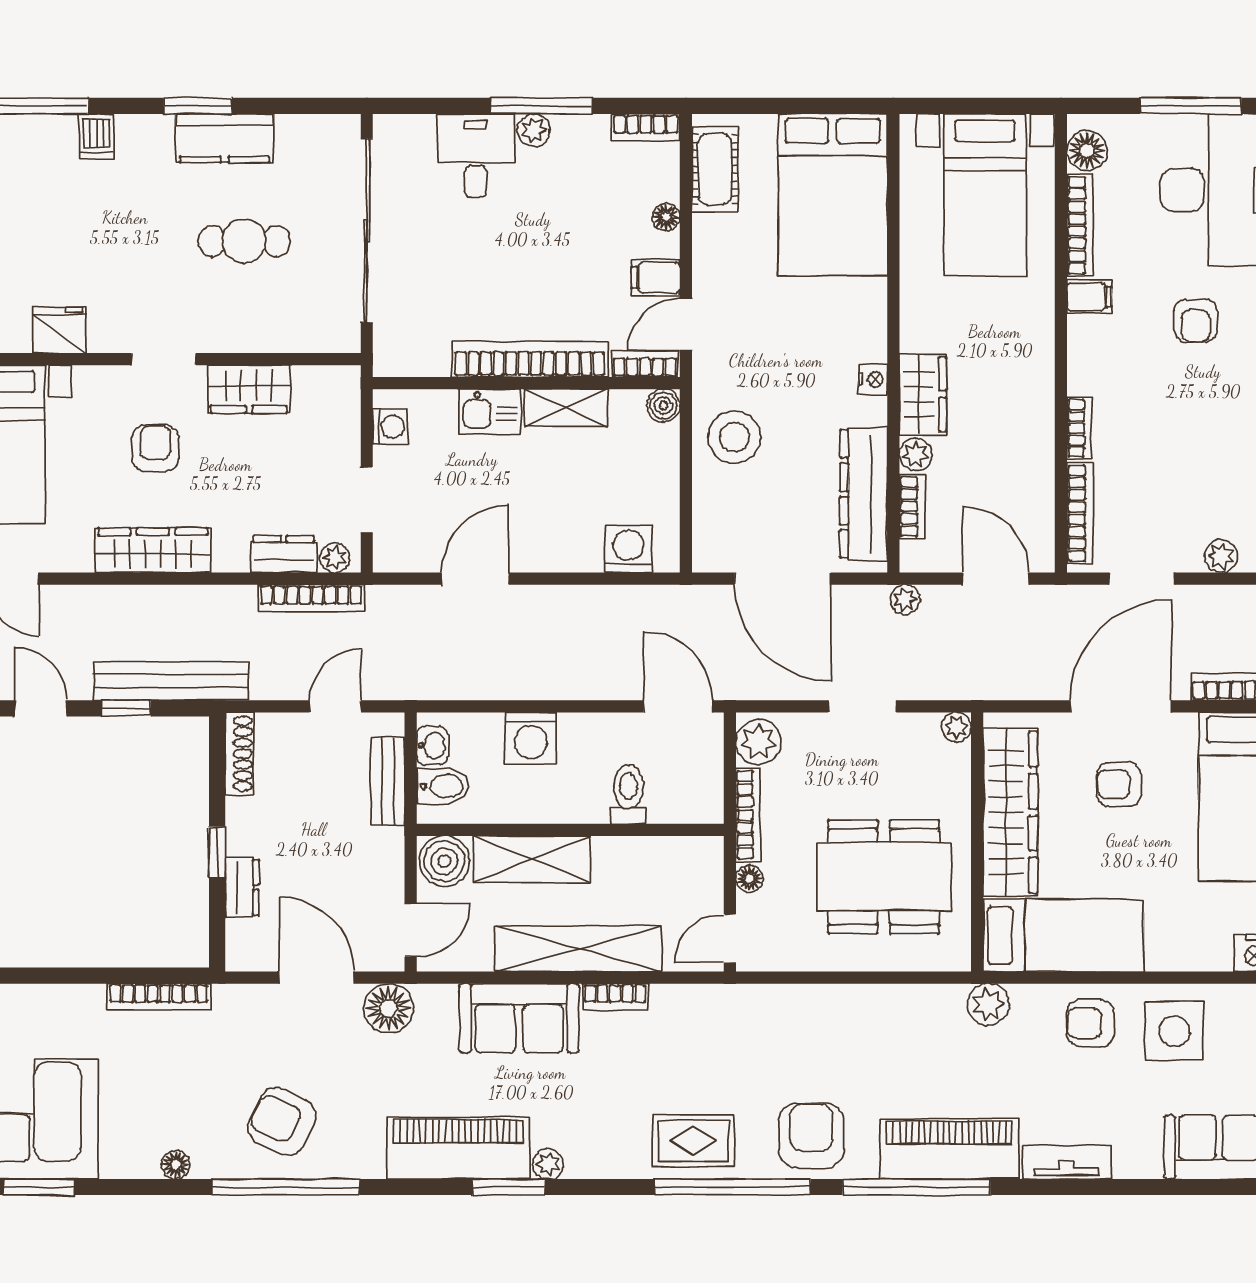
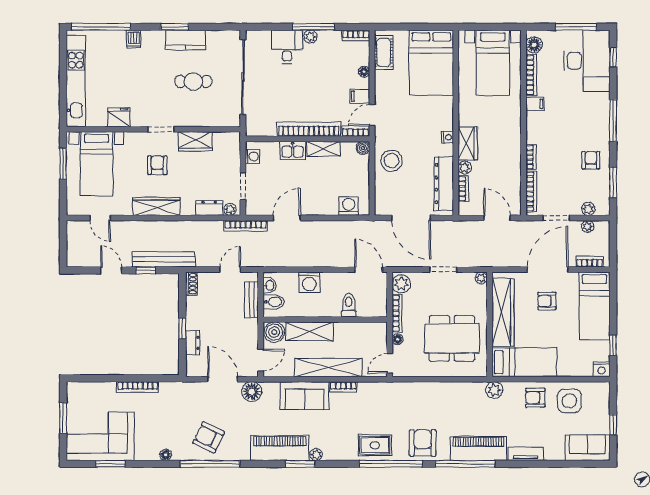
armchair: (1196, 321) -> (591, 160), moved, turned 180
bookcase: (311, 598) -> (246, 226), moved
plant: (905, 600) -> (588, 226), moved
shoe rack: (239, 754) -> (191, 284), width x0.70
bookcase: (159, 997) -> (138, 387), moved

